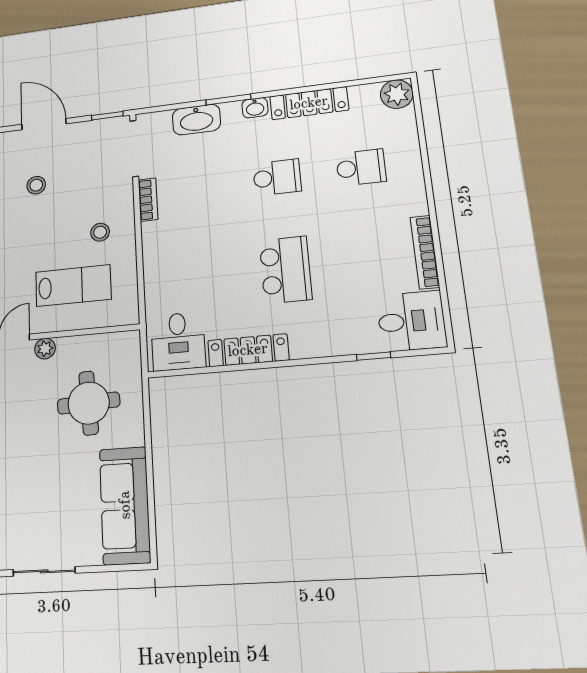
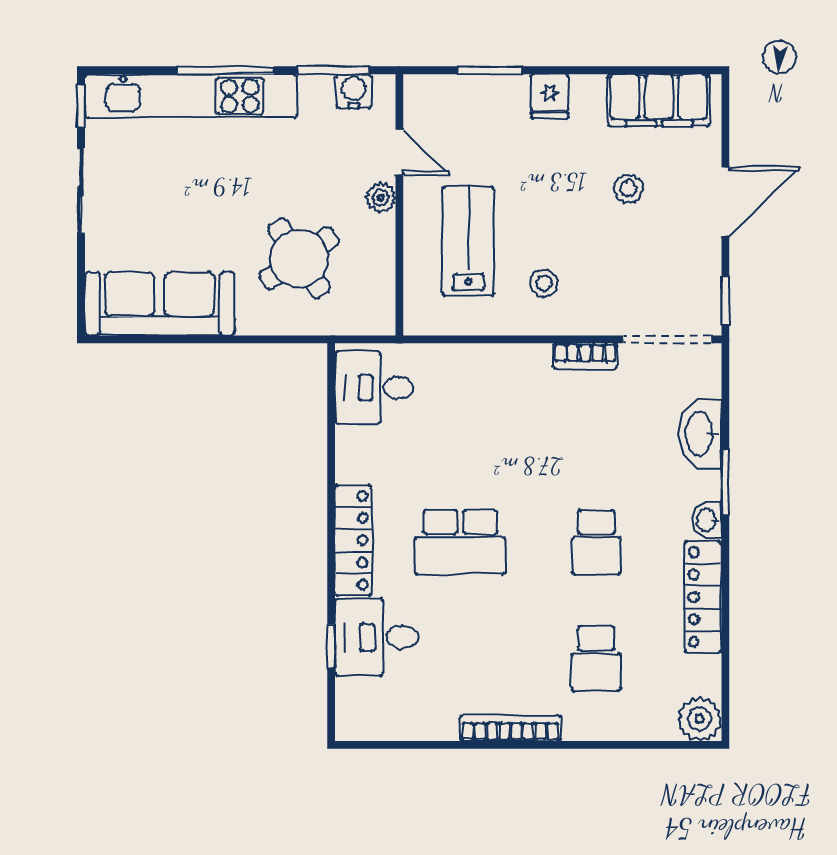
bookcase: (425, 252) -> (510, 728), moved
lab bench: (73, 286) -> (468, 241), turned 180
desk: (411, 321) -> (376, 637), moved, turned 90
locker: (248, 350) -> (353, 540), moved
round table: (89, 403) -> (299, 258), turned -31

